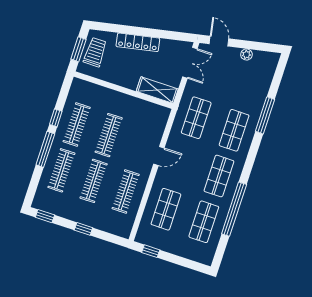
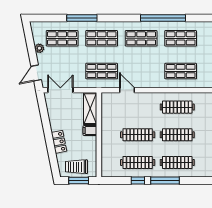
locker: (138, 42) -> (59, 142), width x0.66
filing cabinet: (132, 81) -> (90, 131), added
shop shelf: (249, 85) -> (62, 38), added
door: (159, 156) -> (127, 90), moved

